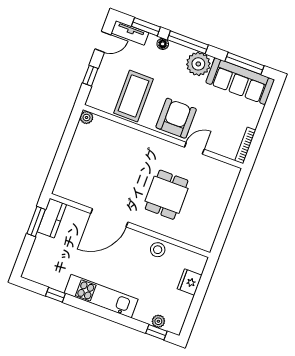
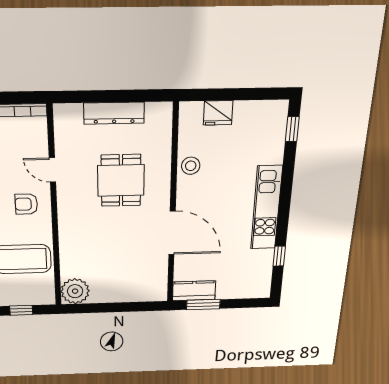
plant: (87, 117) -> (75, 291), width x1.87, depth x1.87
armchair: (176, 118) -> (26, 204), width x0.53, depth x0.53
dining table: (167, 195) -> (121, 180), turned 90
dresser: (218, 208) -> (114, 113), added
plant: (158, 321) -> (278, 132), removed

